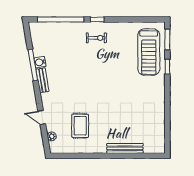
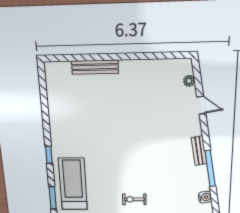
water cooler: (40, 62) -> (205, 197), moved
window: (167, 67) -> (49, 155), moved
rug: (80, 126) -> (153, 95), removed

